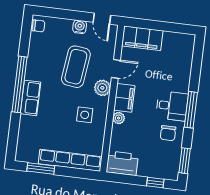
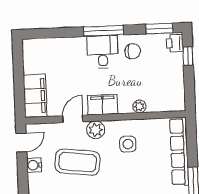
door: (116, 69) -> (73, 119), hinge flipped
plant: (119, 118) -> (139, 106), moved
printer: (122, 163) -> (175, 43), moved, width x0.53, depth x0.68

